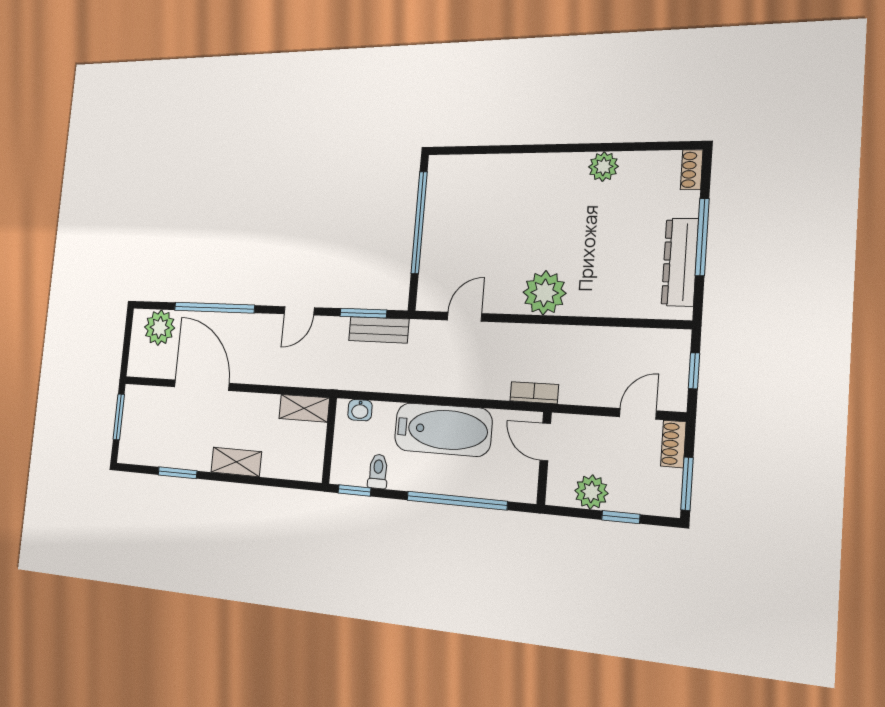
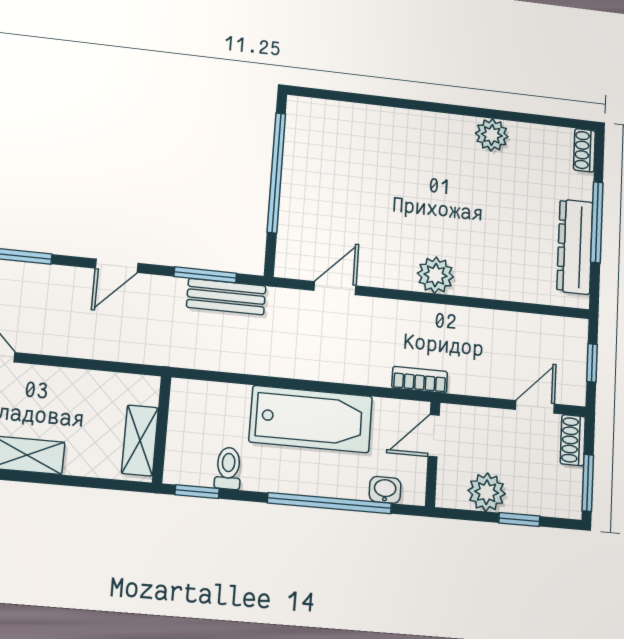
plant: (545, 293) -> (435, 275), width x0.73, depth x0.73
shelving: (304, 408) -> (140, 441), moved, turned 90
washbasin: (360, 410) -> (385, 490), moved, turned 180
door: (545, 442) -> (434, 436), hinge flipped

